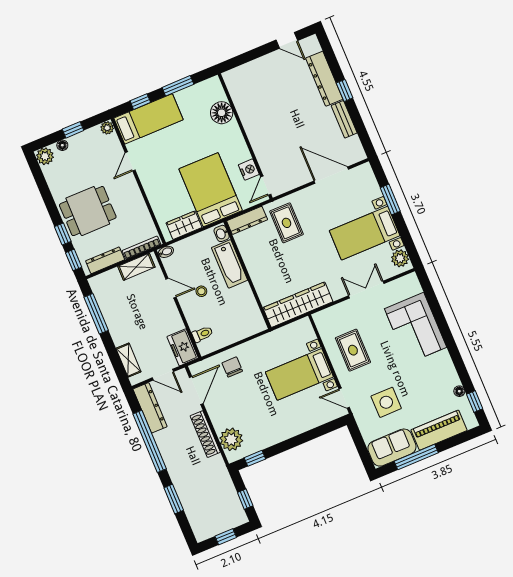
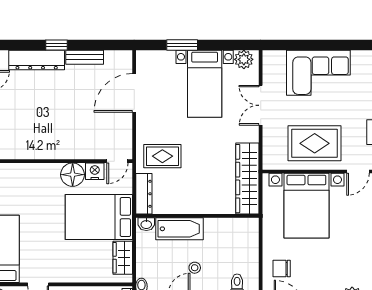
floor lamp: (222, 113) -> (73, 175), moved
door: (266, 186) -> (117, 161), hinge flipped
rug: (353, 350) -> (315, 143), width x1.36, depth x1.43
bed with nightstands: (299, 374) -> (306, 206), width x1.36

